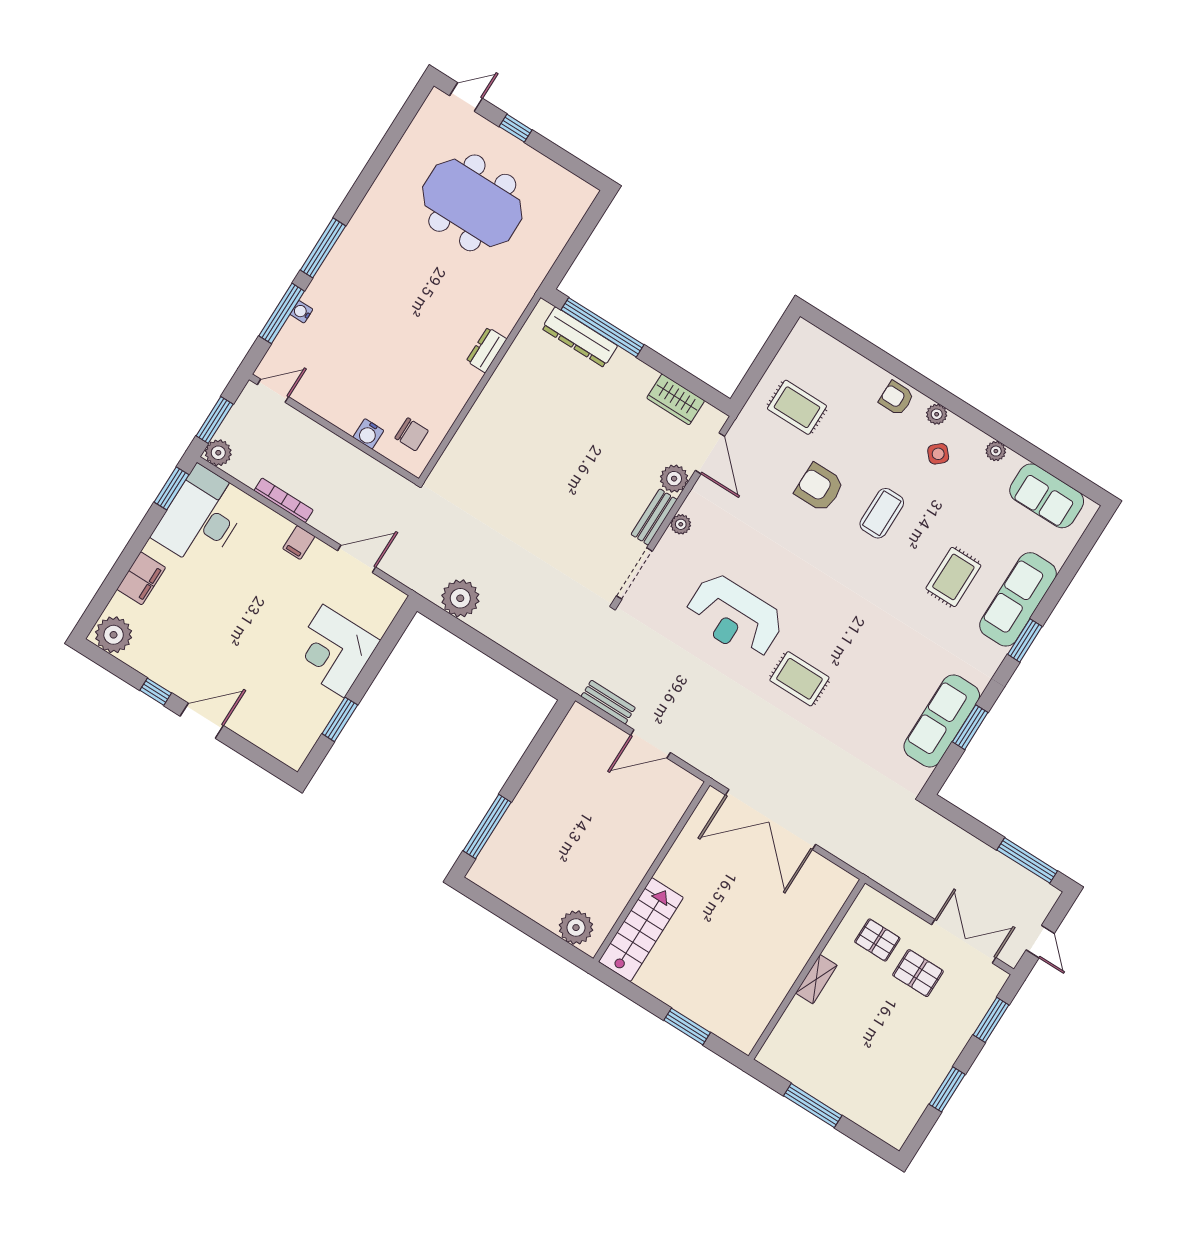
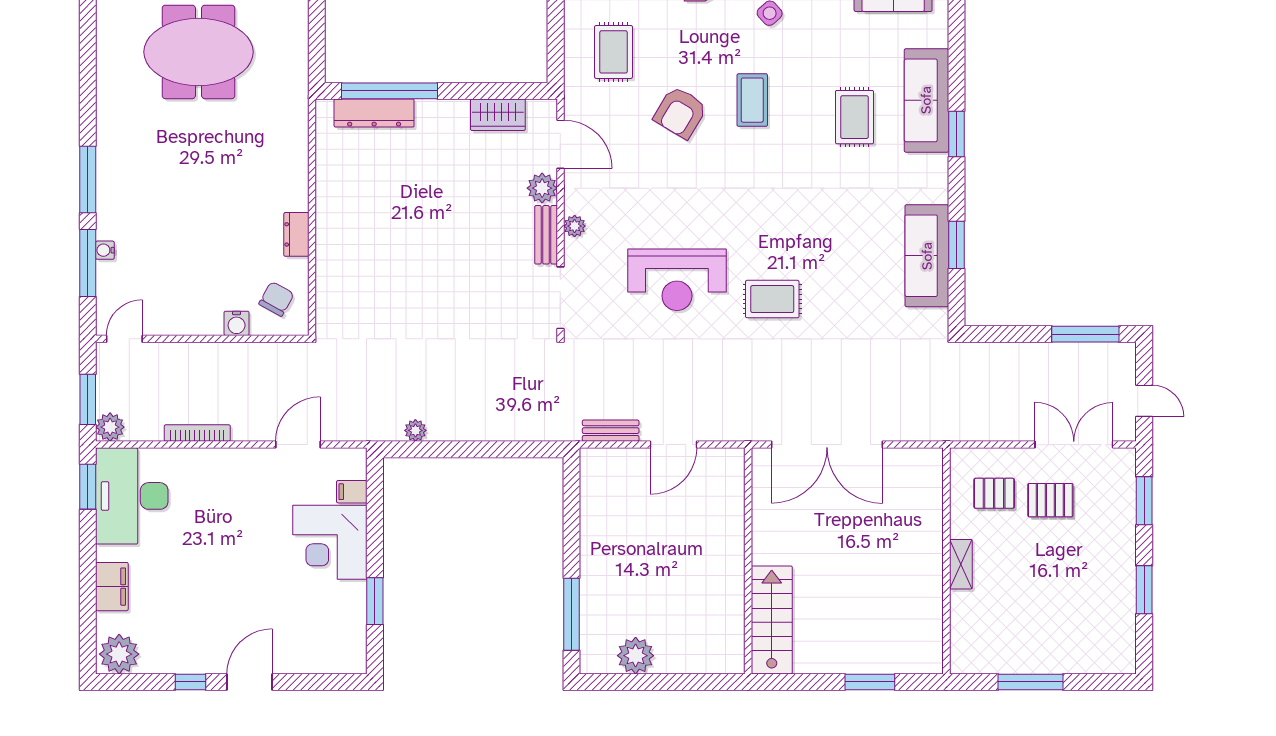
dresser: (487, 350) -> (296, 234), moved
rug: (797, 407) -> (613, 52), turned 90
chair: (412, 434) -> (276, 299), turned -61
armchair: (819, 487) -> (680, 112), turned -59
filing cabinet: (299, 542) -> (352, 492), moved, turned 90
plant: (460, 598) -> (415, 430), width x0.53, depth x0.53
plant: (576, 928) -> (636, 656), moved

